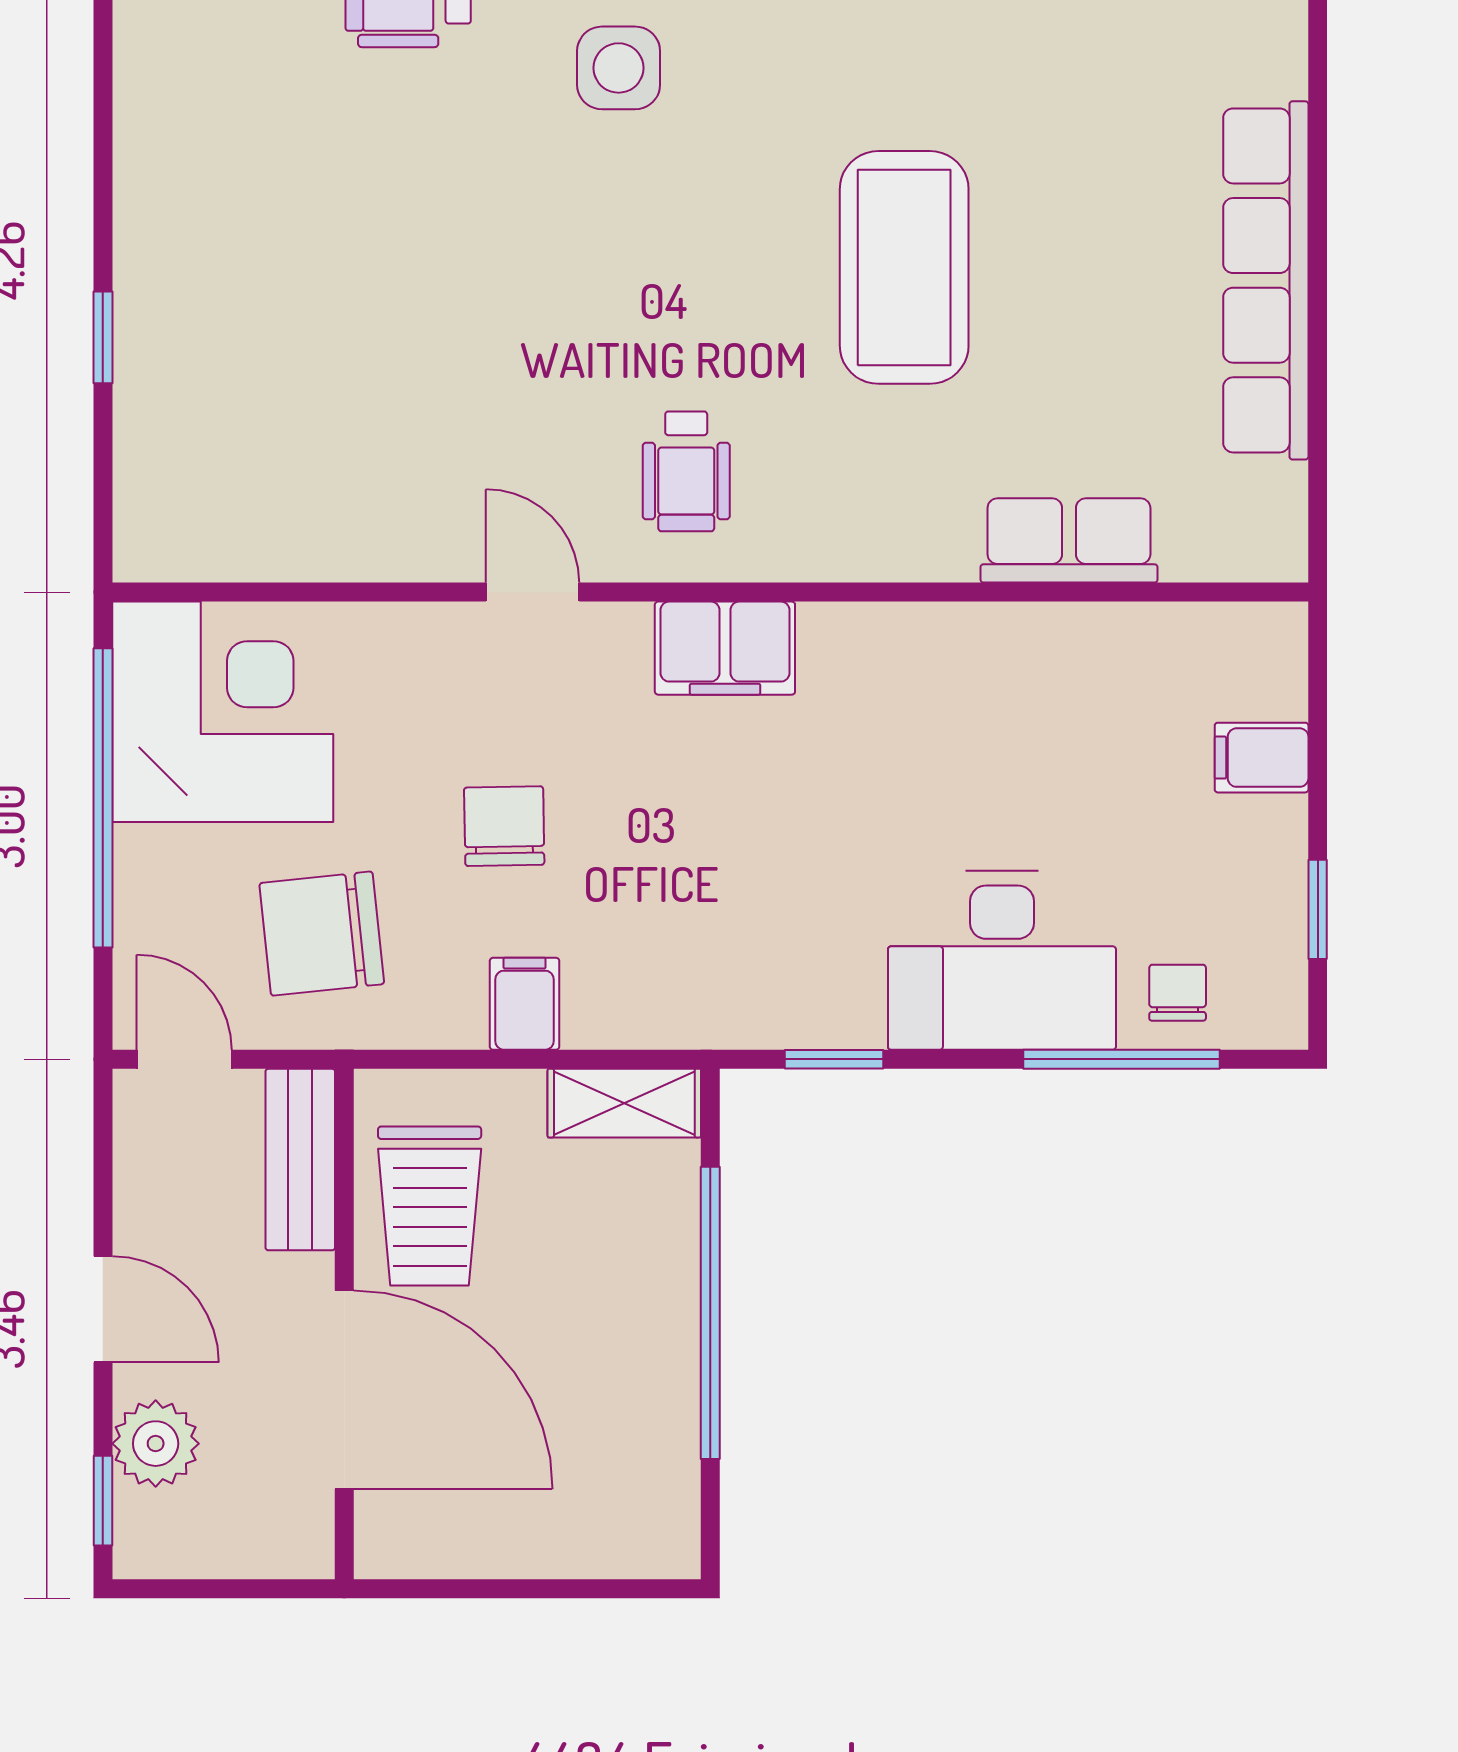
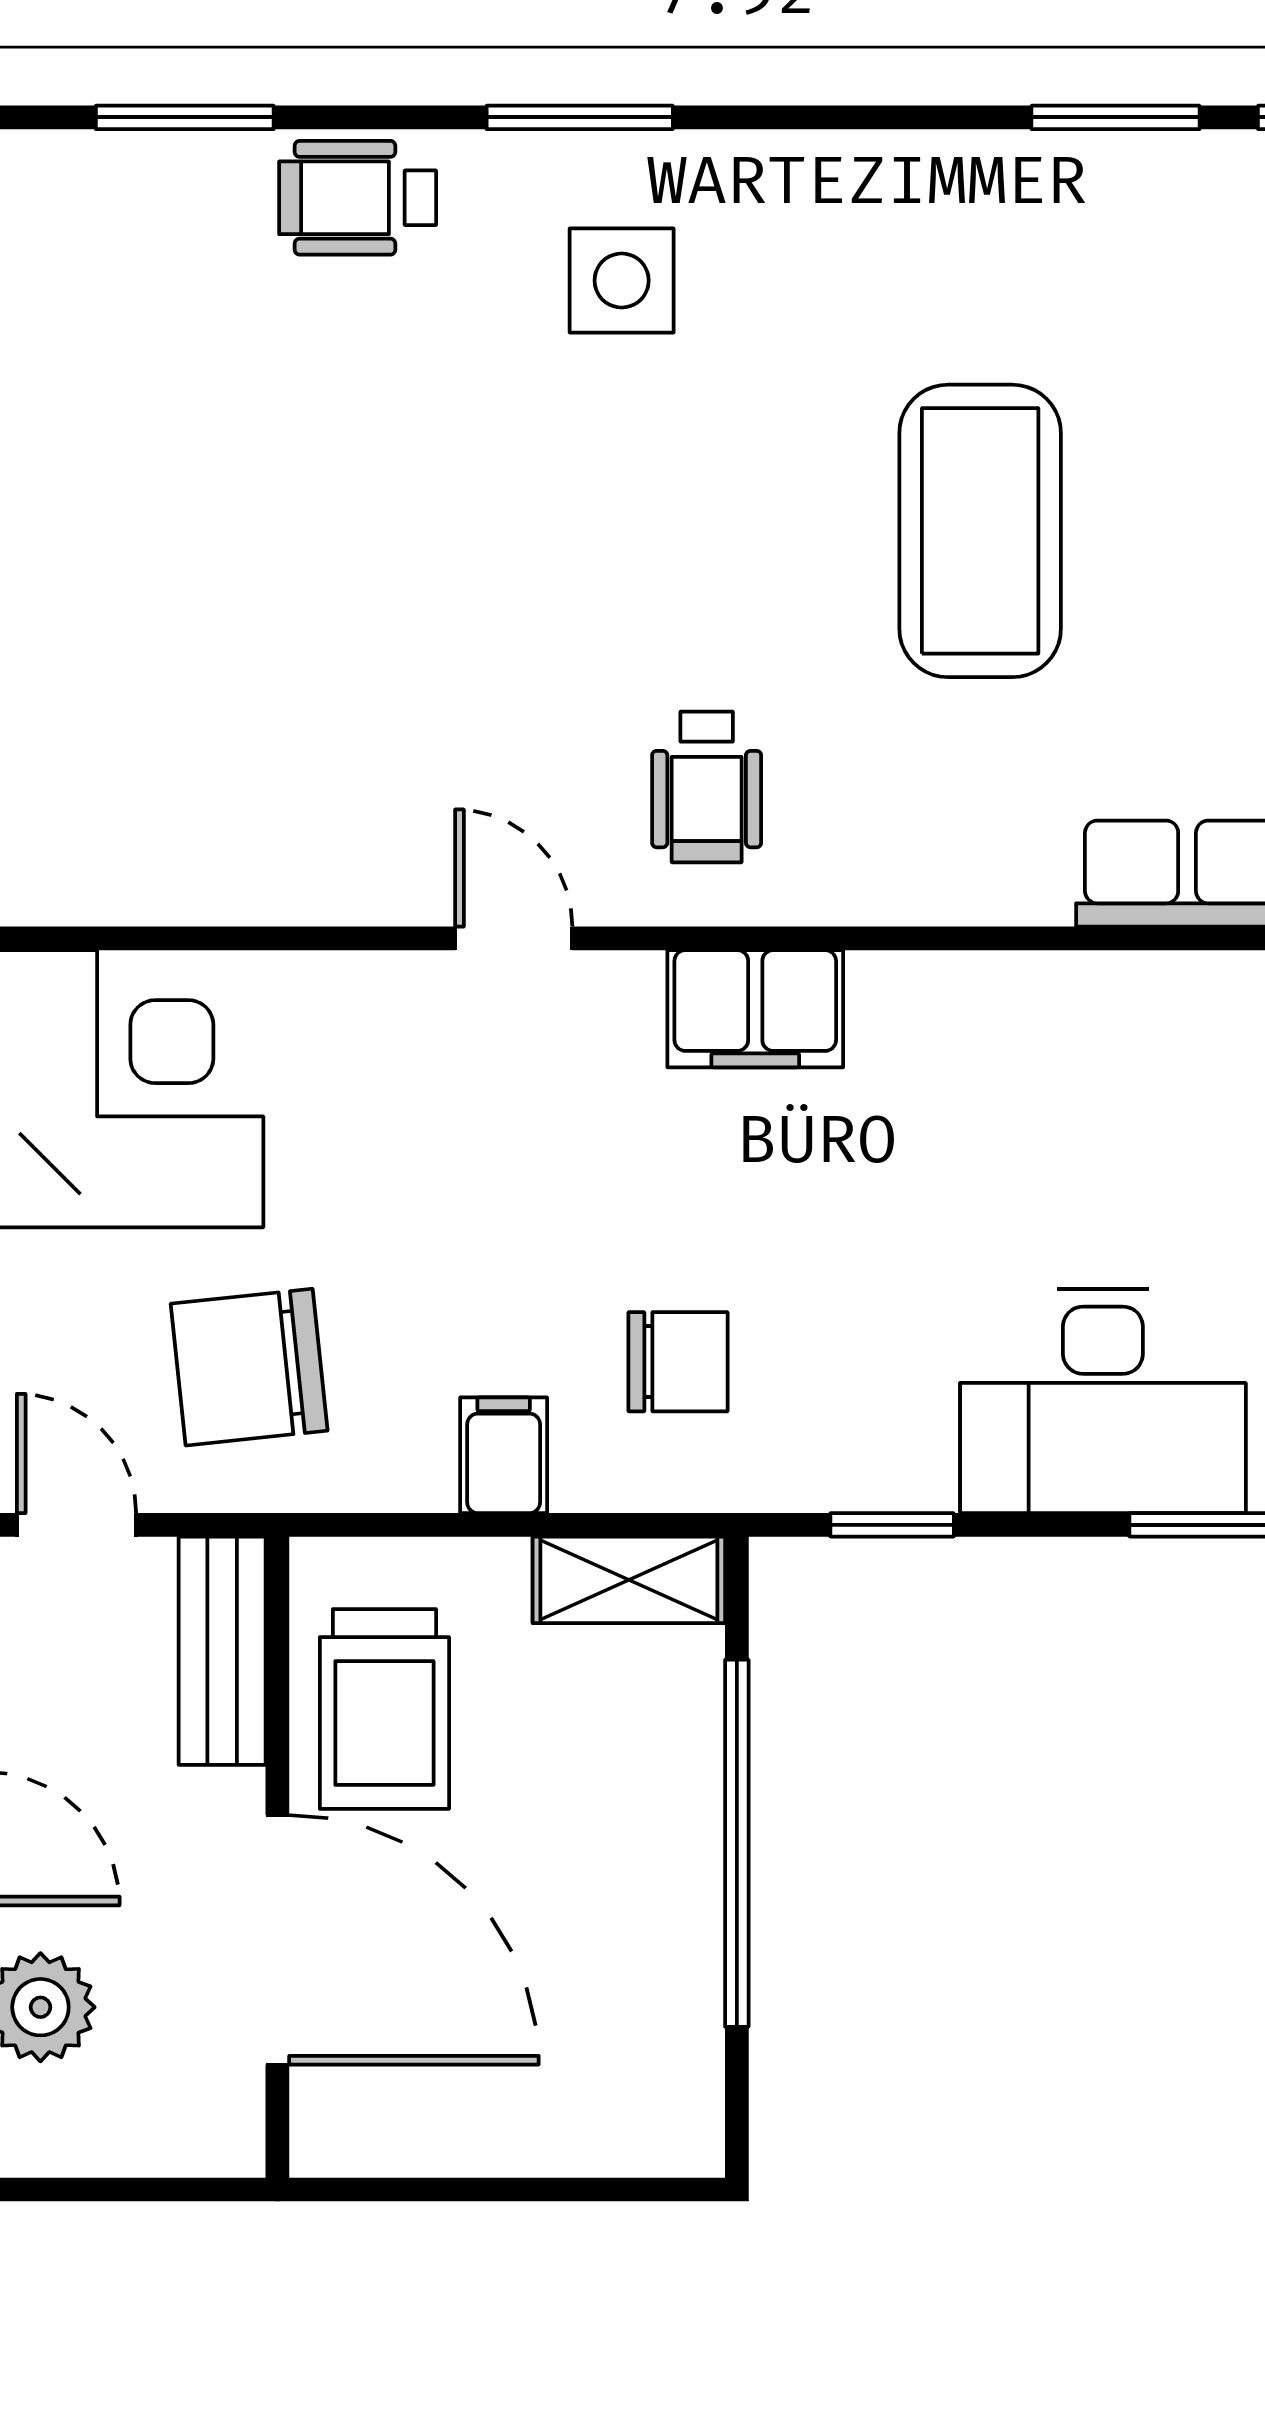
chair: (504, 826) -> (678, 1362), moved, turned 91

